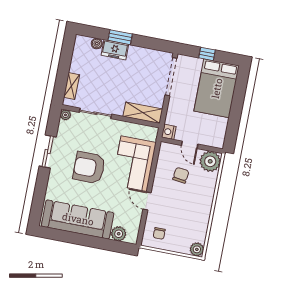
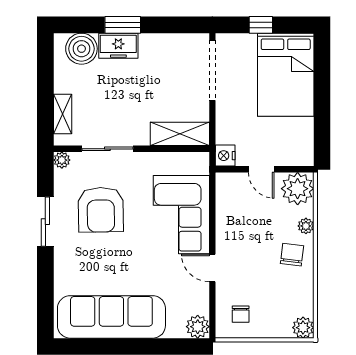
boiler: (97, 44) -> (81, 49), width x1.86, depth x1.86
armchair: (89, 168) -> (101, 210), moved, turned -91
chair: (181, 175) -> (292, 255), moved
plant: (211, 186) -> (306, 226), added
plant: (119, 234) -> (198, 327), moved

